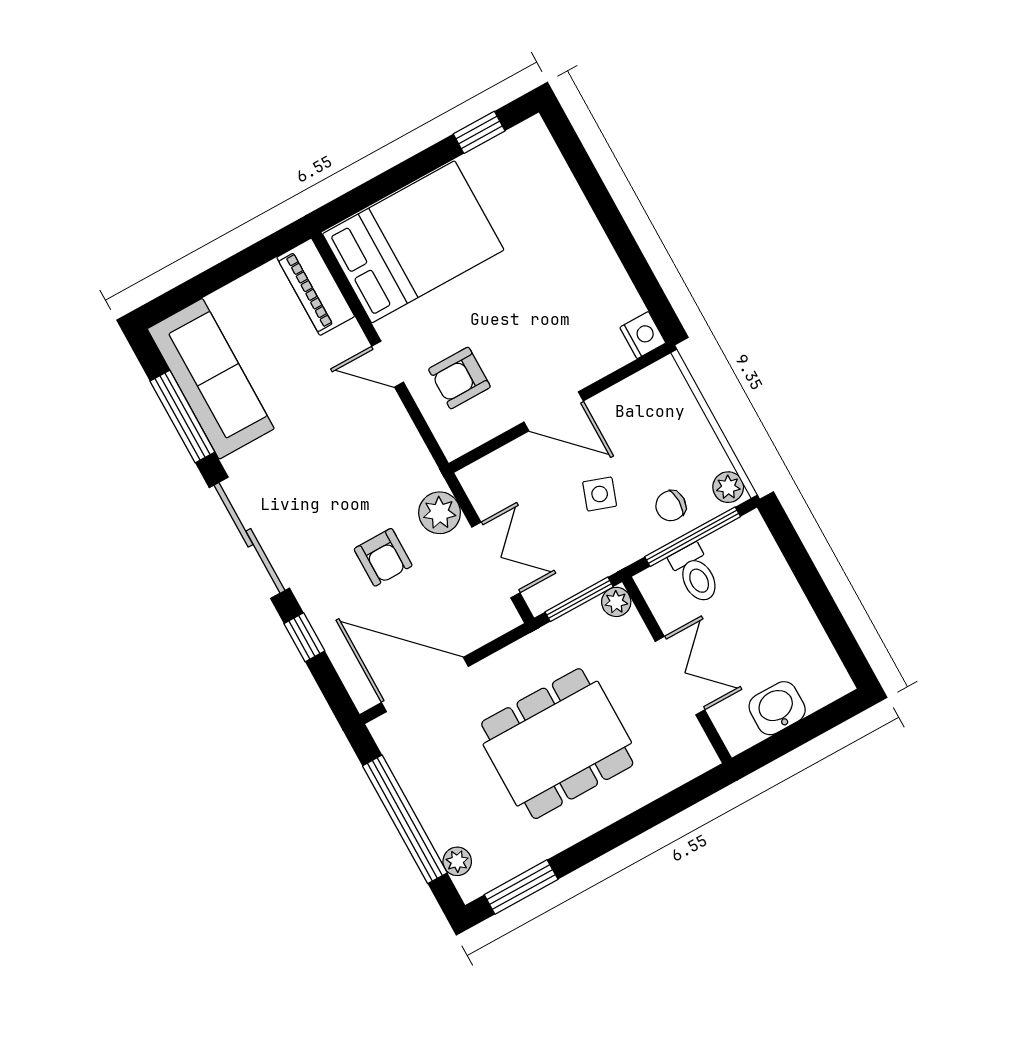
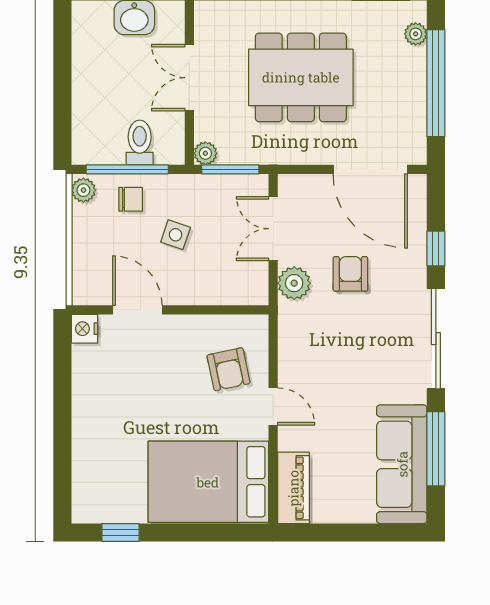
armchair: (459, 378) -> (228, 369), turned 78
door: (554, 411) -> (137, 310), moved

